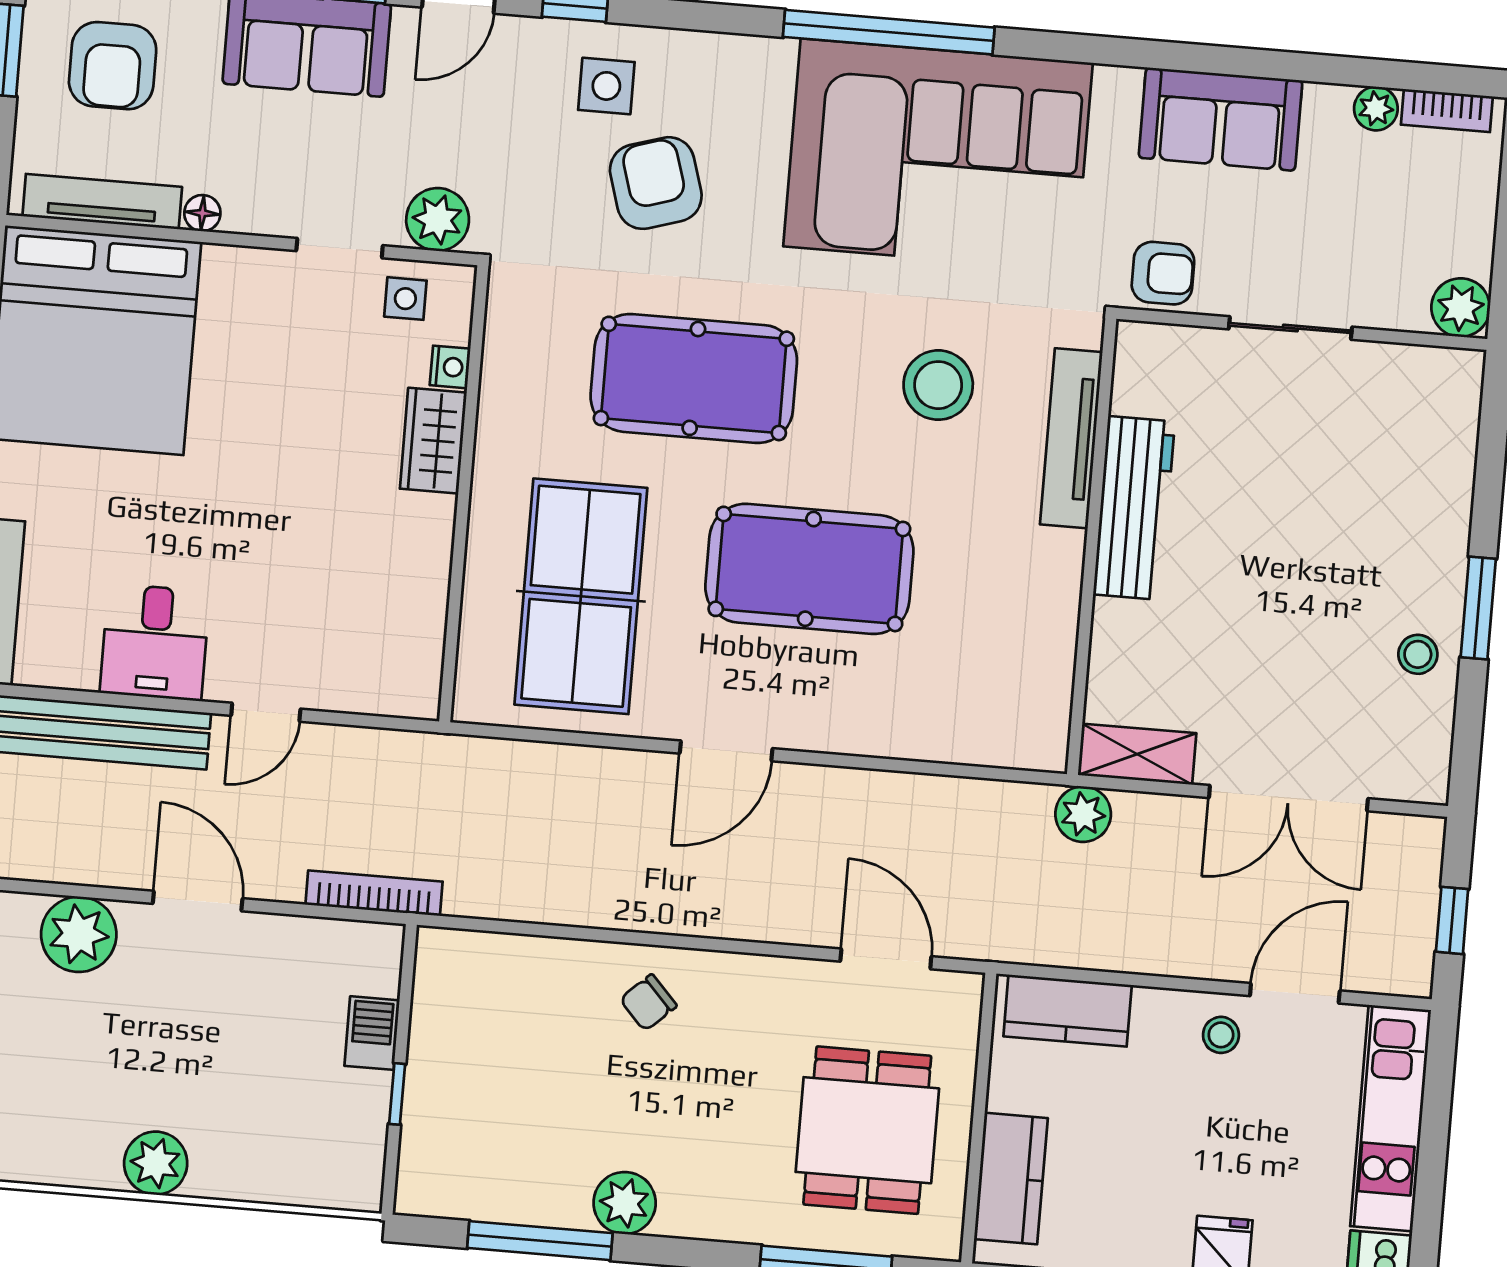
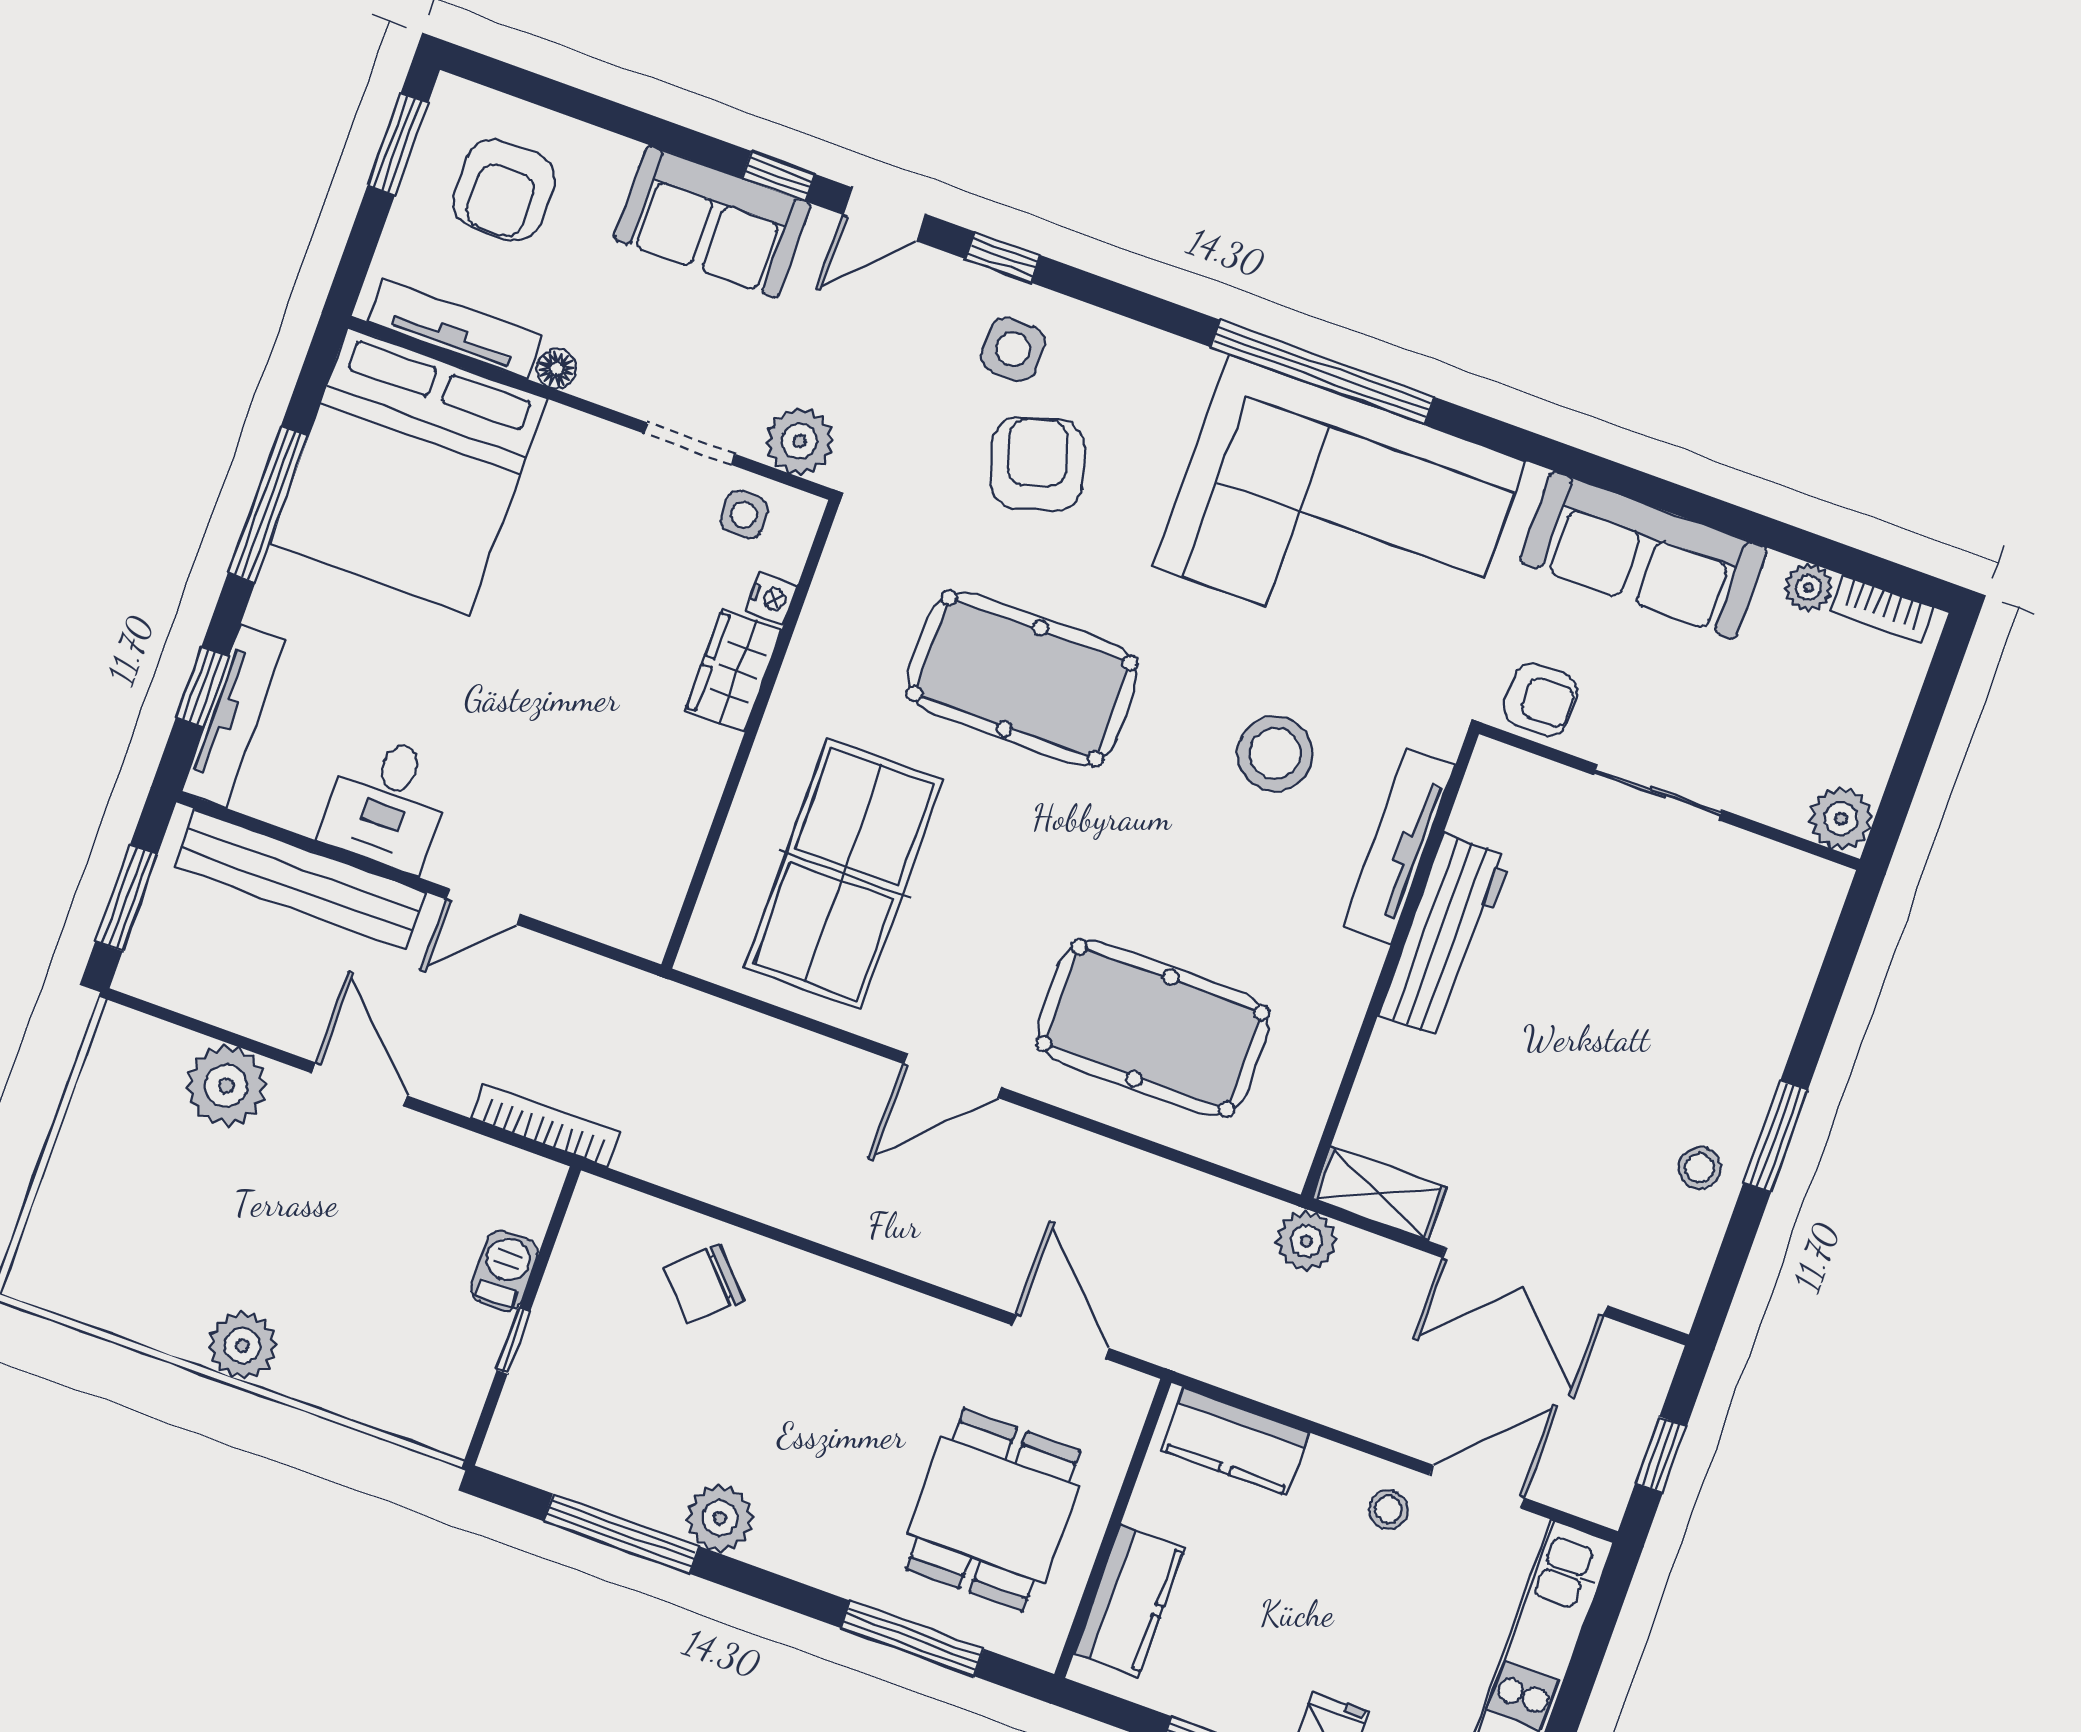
sofa: (1221, 119) -> (1643, 555), width x1.36
pool table: (809, 569) -> (1153, 1028), moved
chair: (648, 1003) -> (703, 1284), moved, width x1.37, depth x1.37

